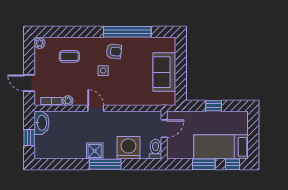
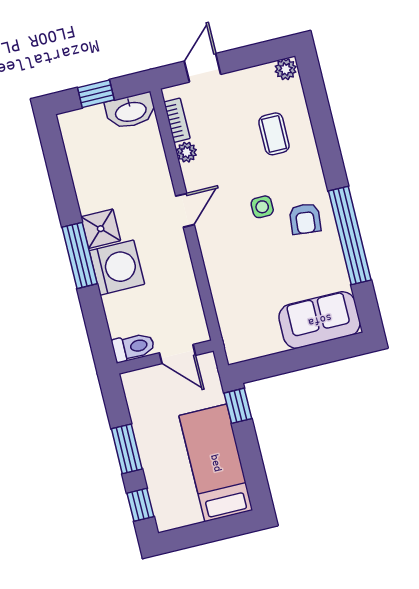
sofa: (164, 72) -> (320, 320), moved
window: (214, 106) -> (238, 406), moved
bed: (221, 147) -> (216, 463), moved
washing machine: (128, 148) -> (117, 268), moved

